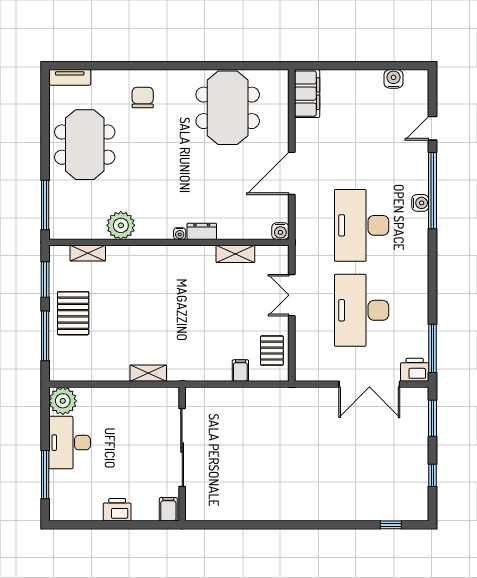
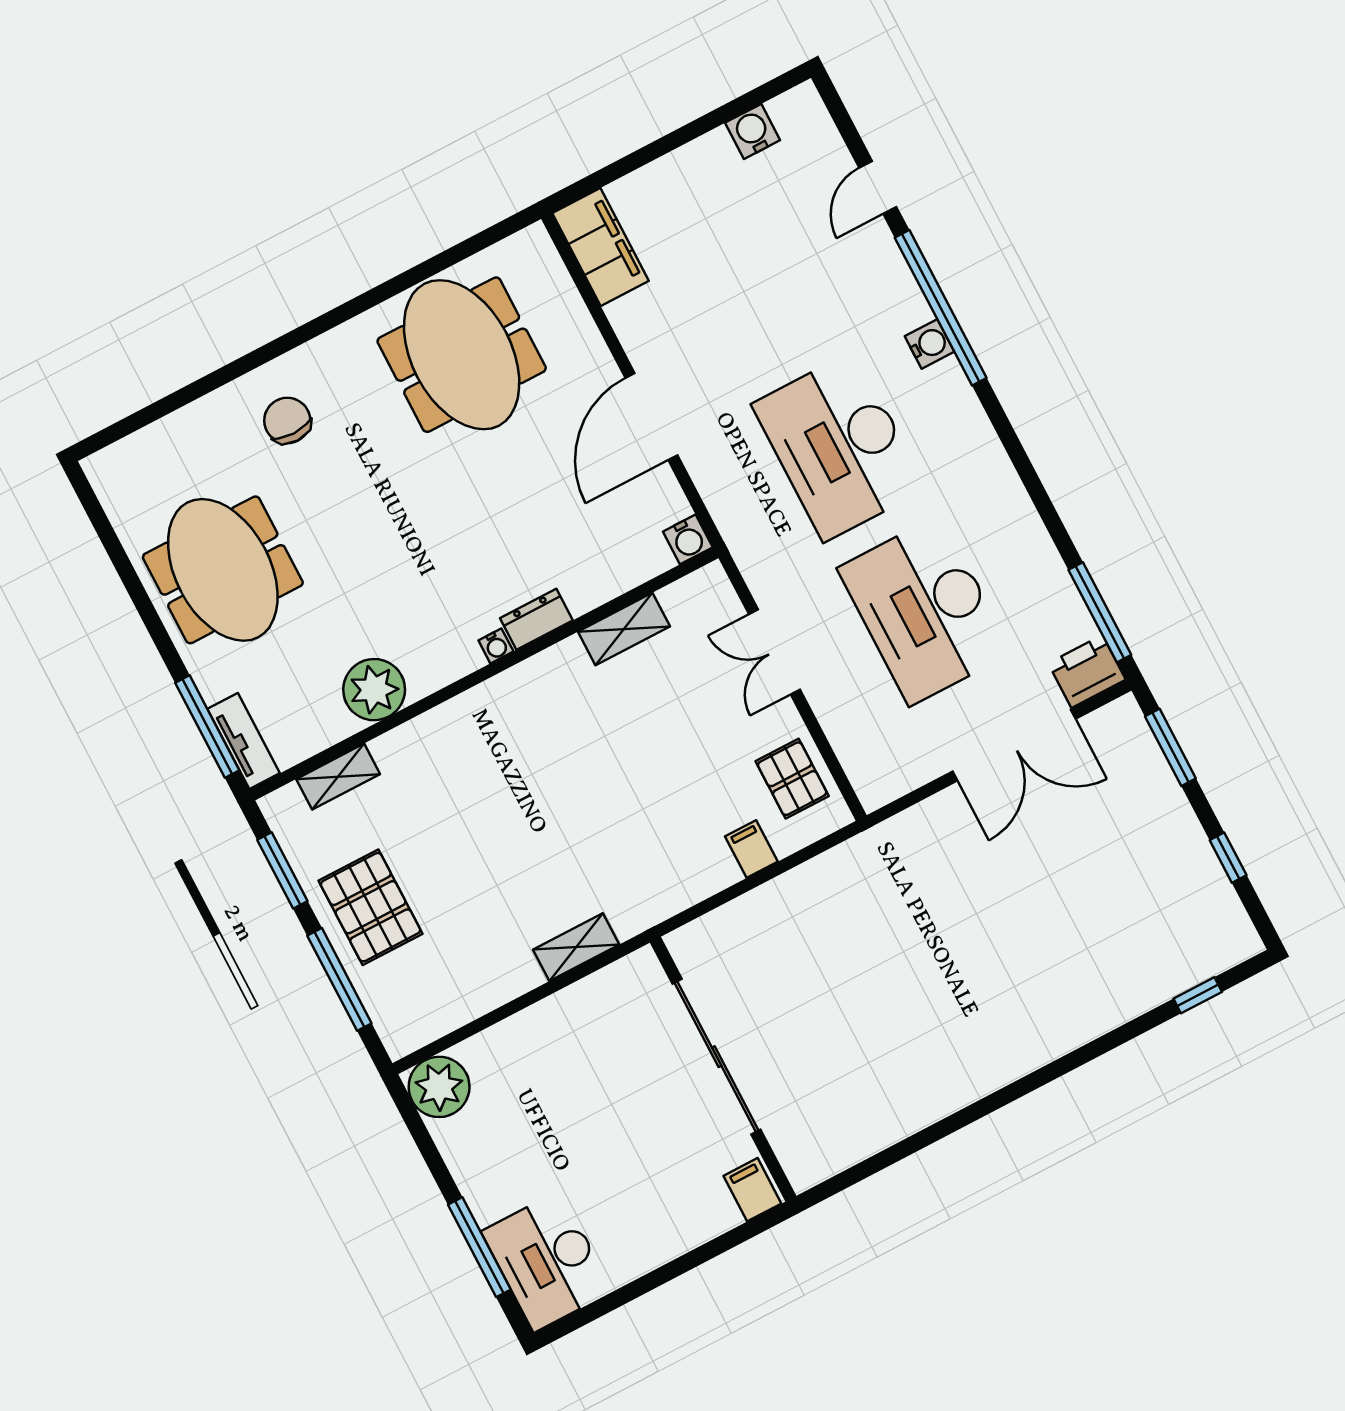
tv unit: (70, 77) -> (244, 741), moved, turned -90
desk: (70, 443) -> (547, 1261), moved
printer: (117, 510) -> (654, 1242), removed

